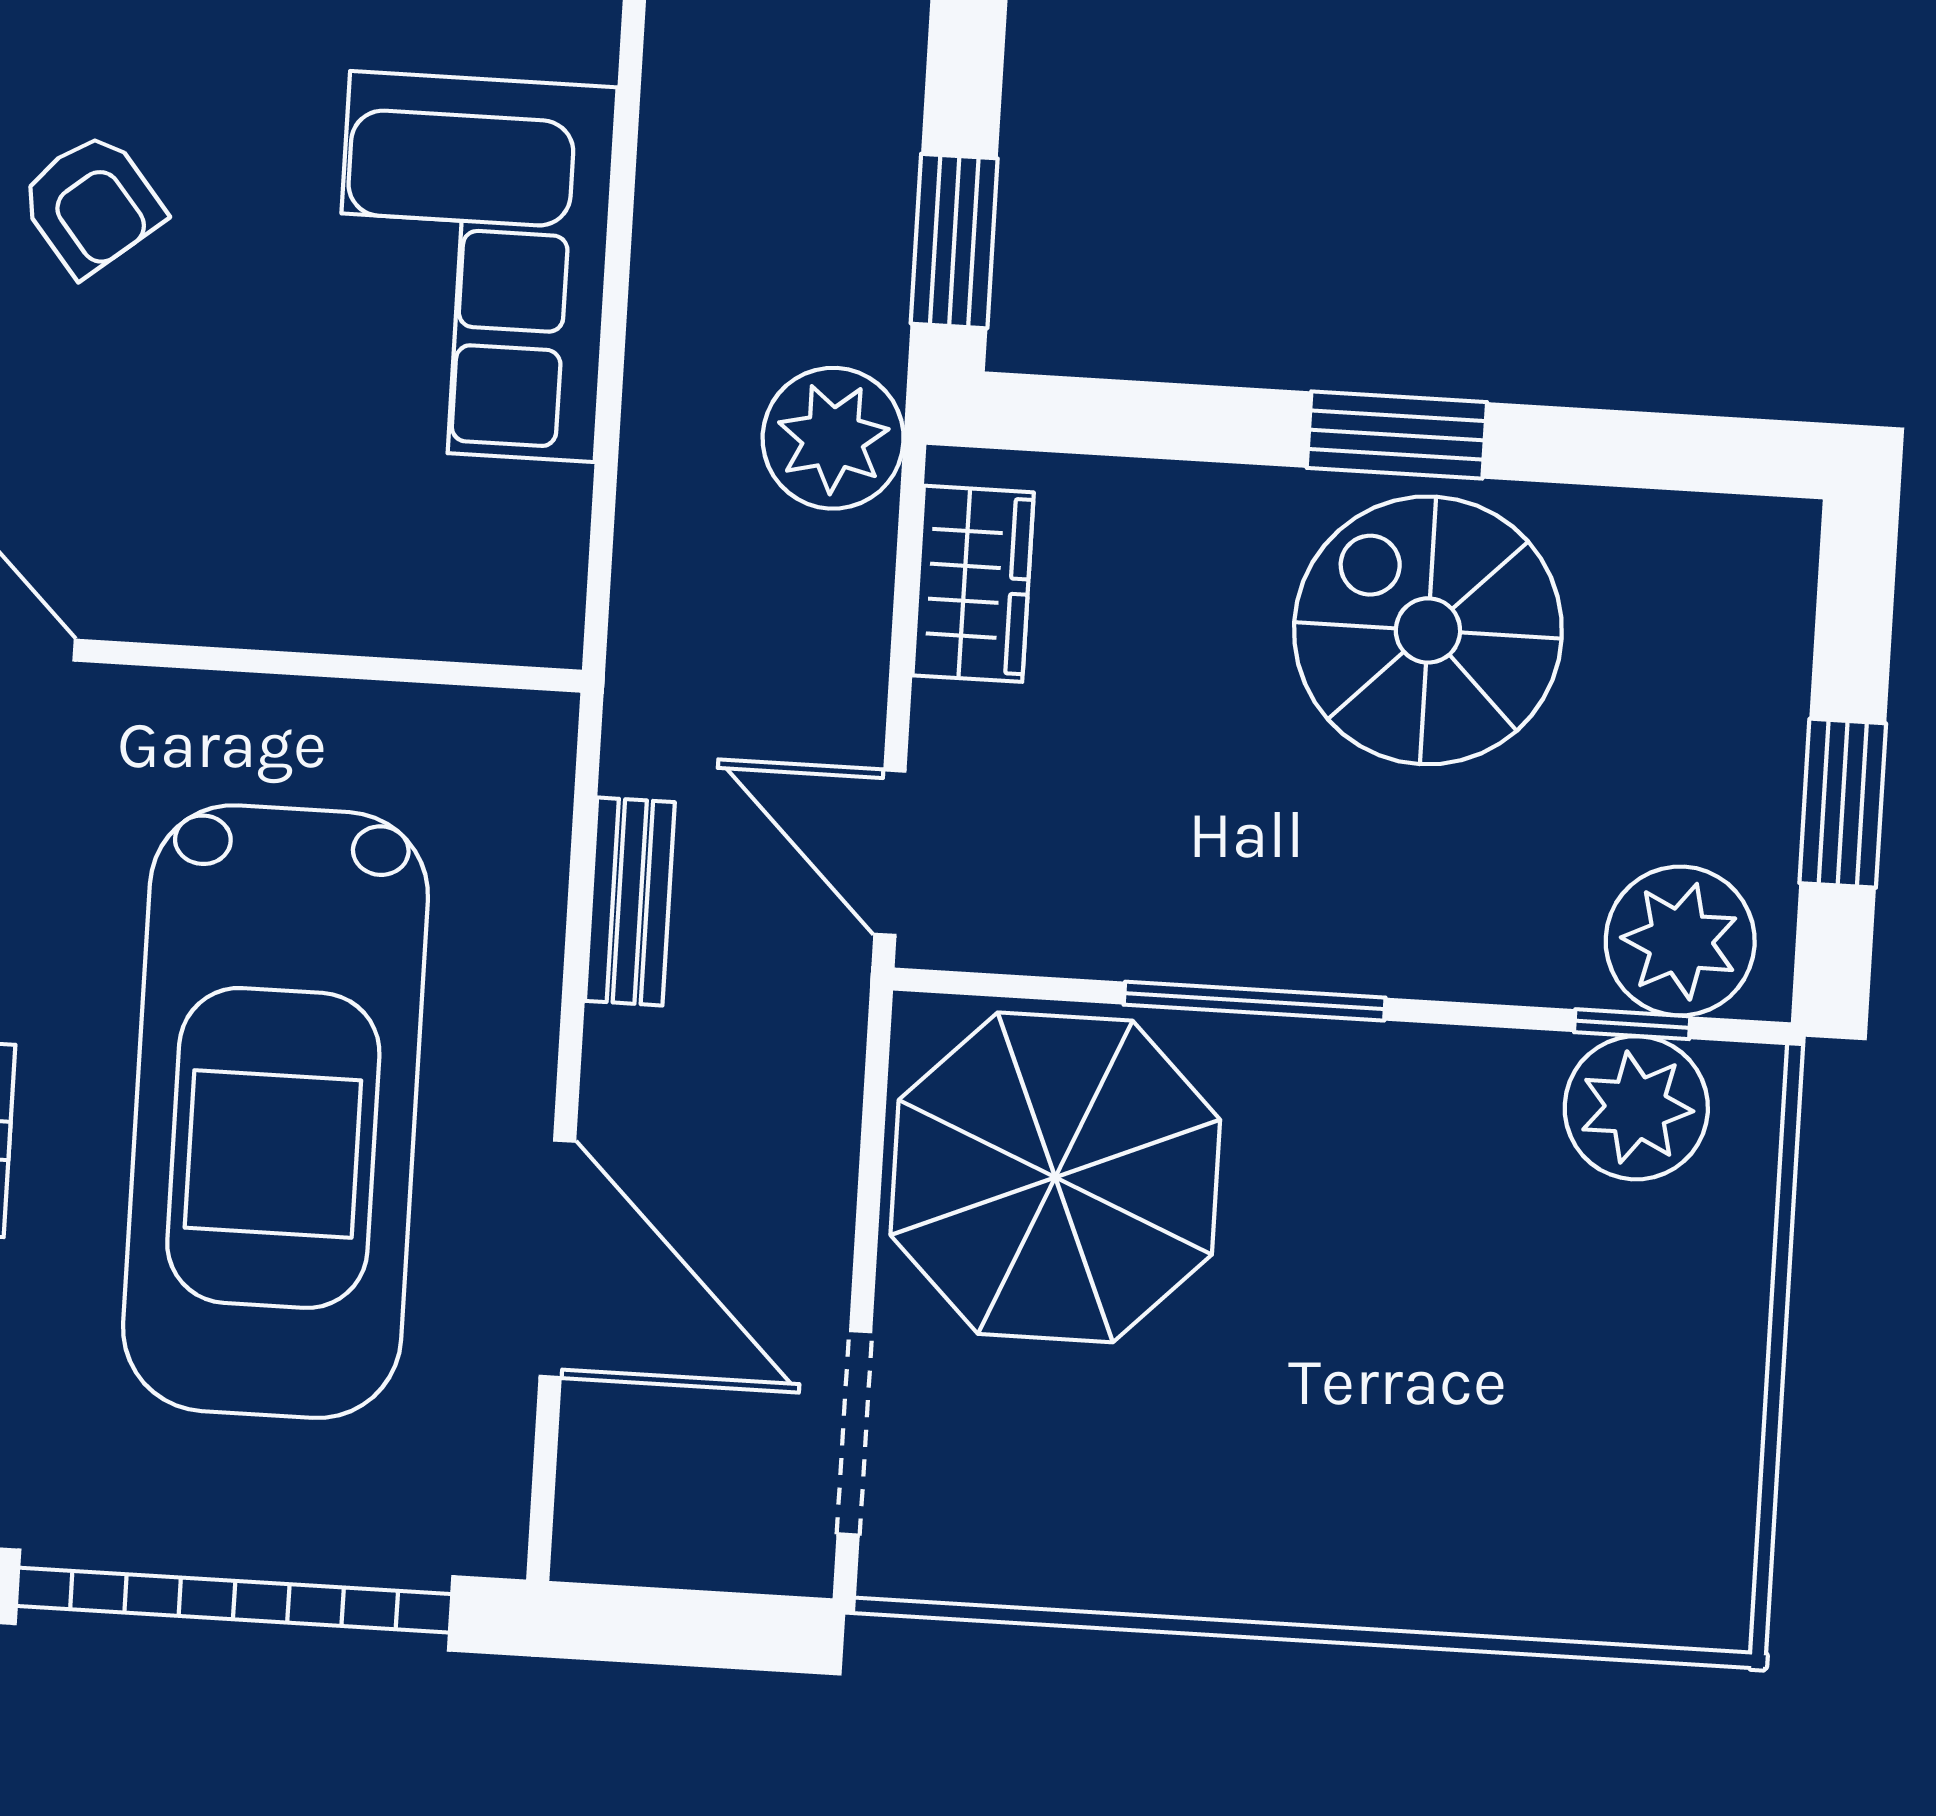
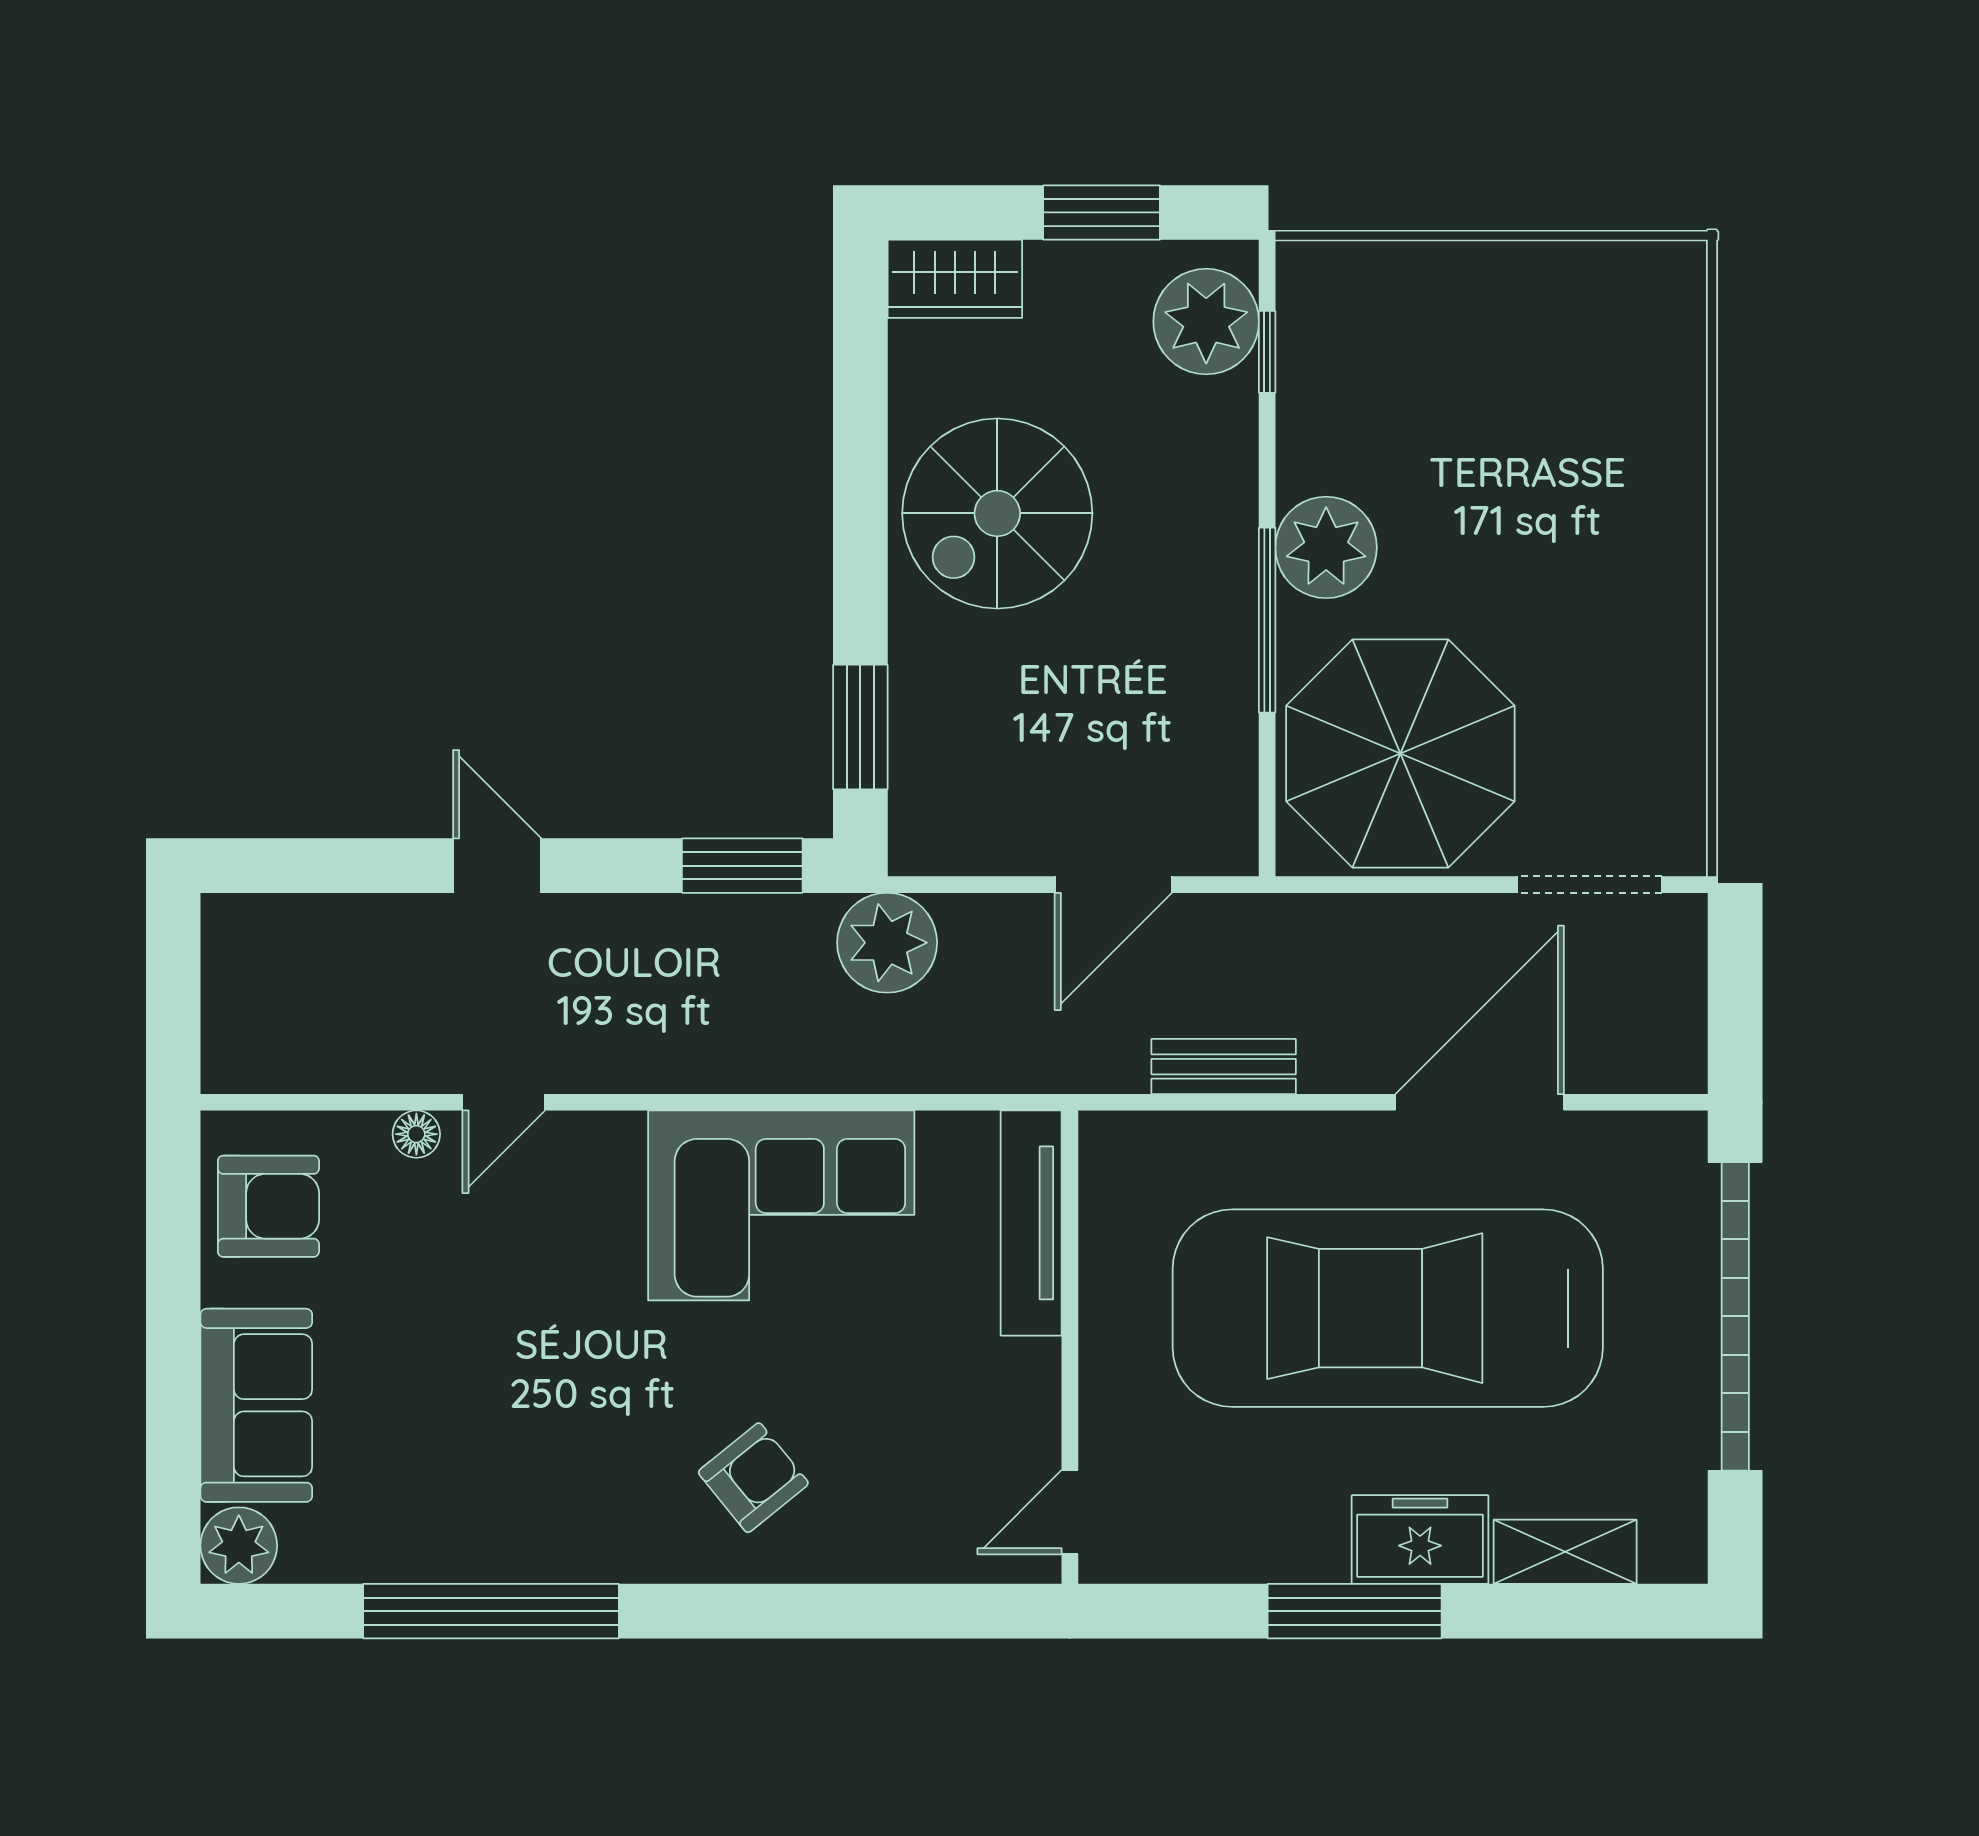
window: (1397, 435) -> (860, 727), moved
wardrobe: (973, 584) -> (955, 279), moved, turned 180
tv unit: (426, 617) -> (1031, 1223), added
door: (890, 853) -> (1113, 885), moved
plant: (1636, 1108) -> (1326, 547), moved
car: (276, 1112) -> (1388, 1308), turned 180

